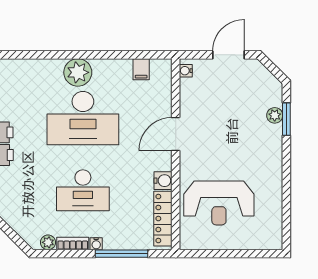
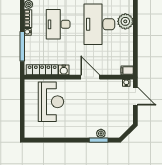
door: (228, 55) -> (135, 96), moved
filing cabinet: (141, 69) -> (127, 70), moved
reception desk: (219, 203) -> (51, 102), turned 180

